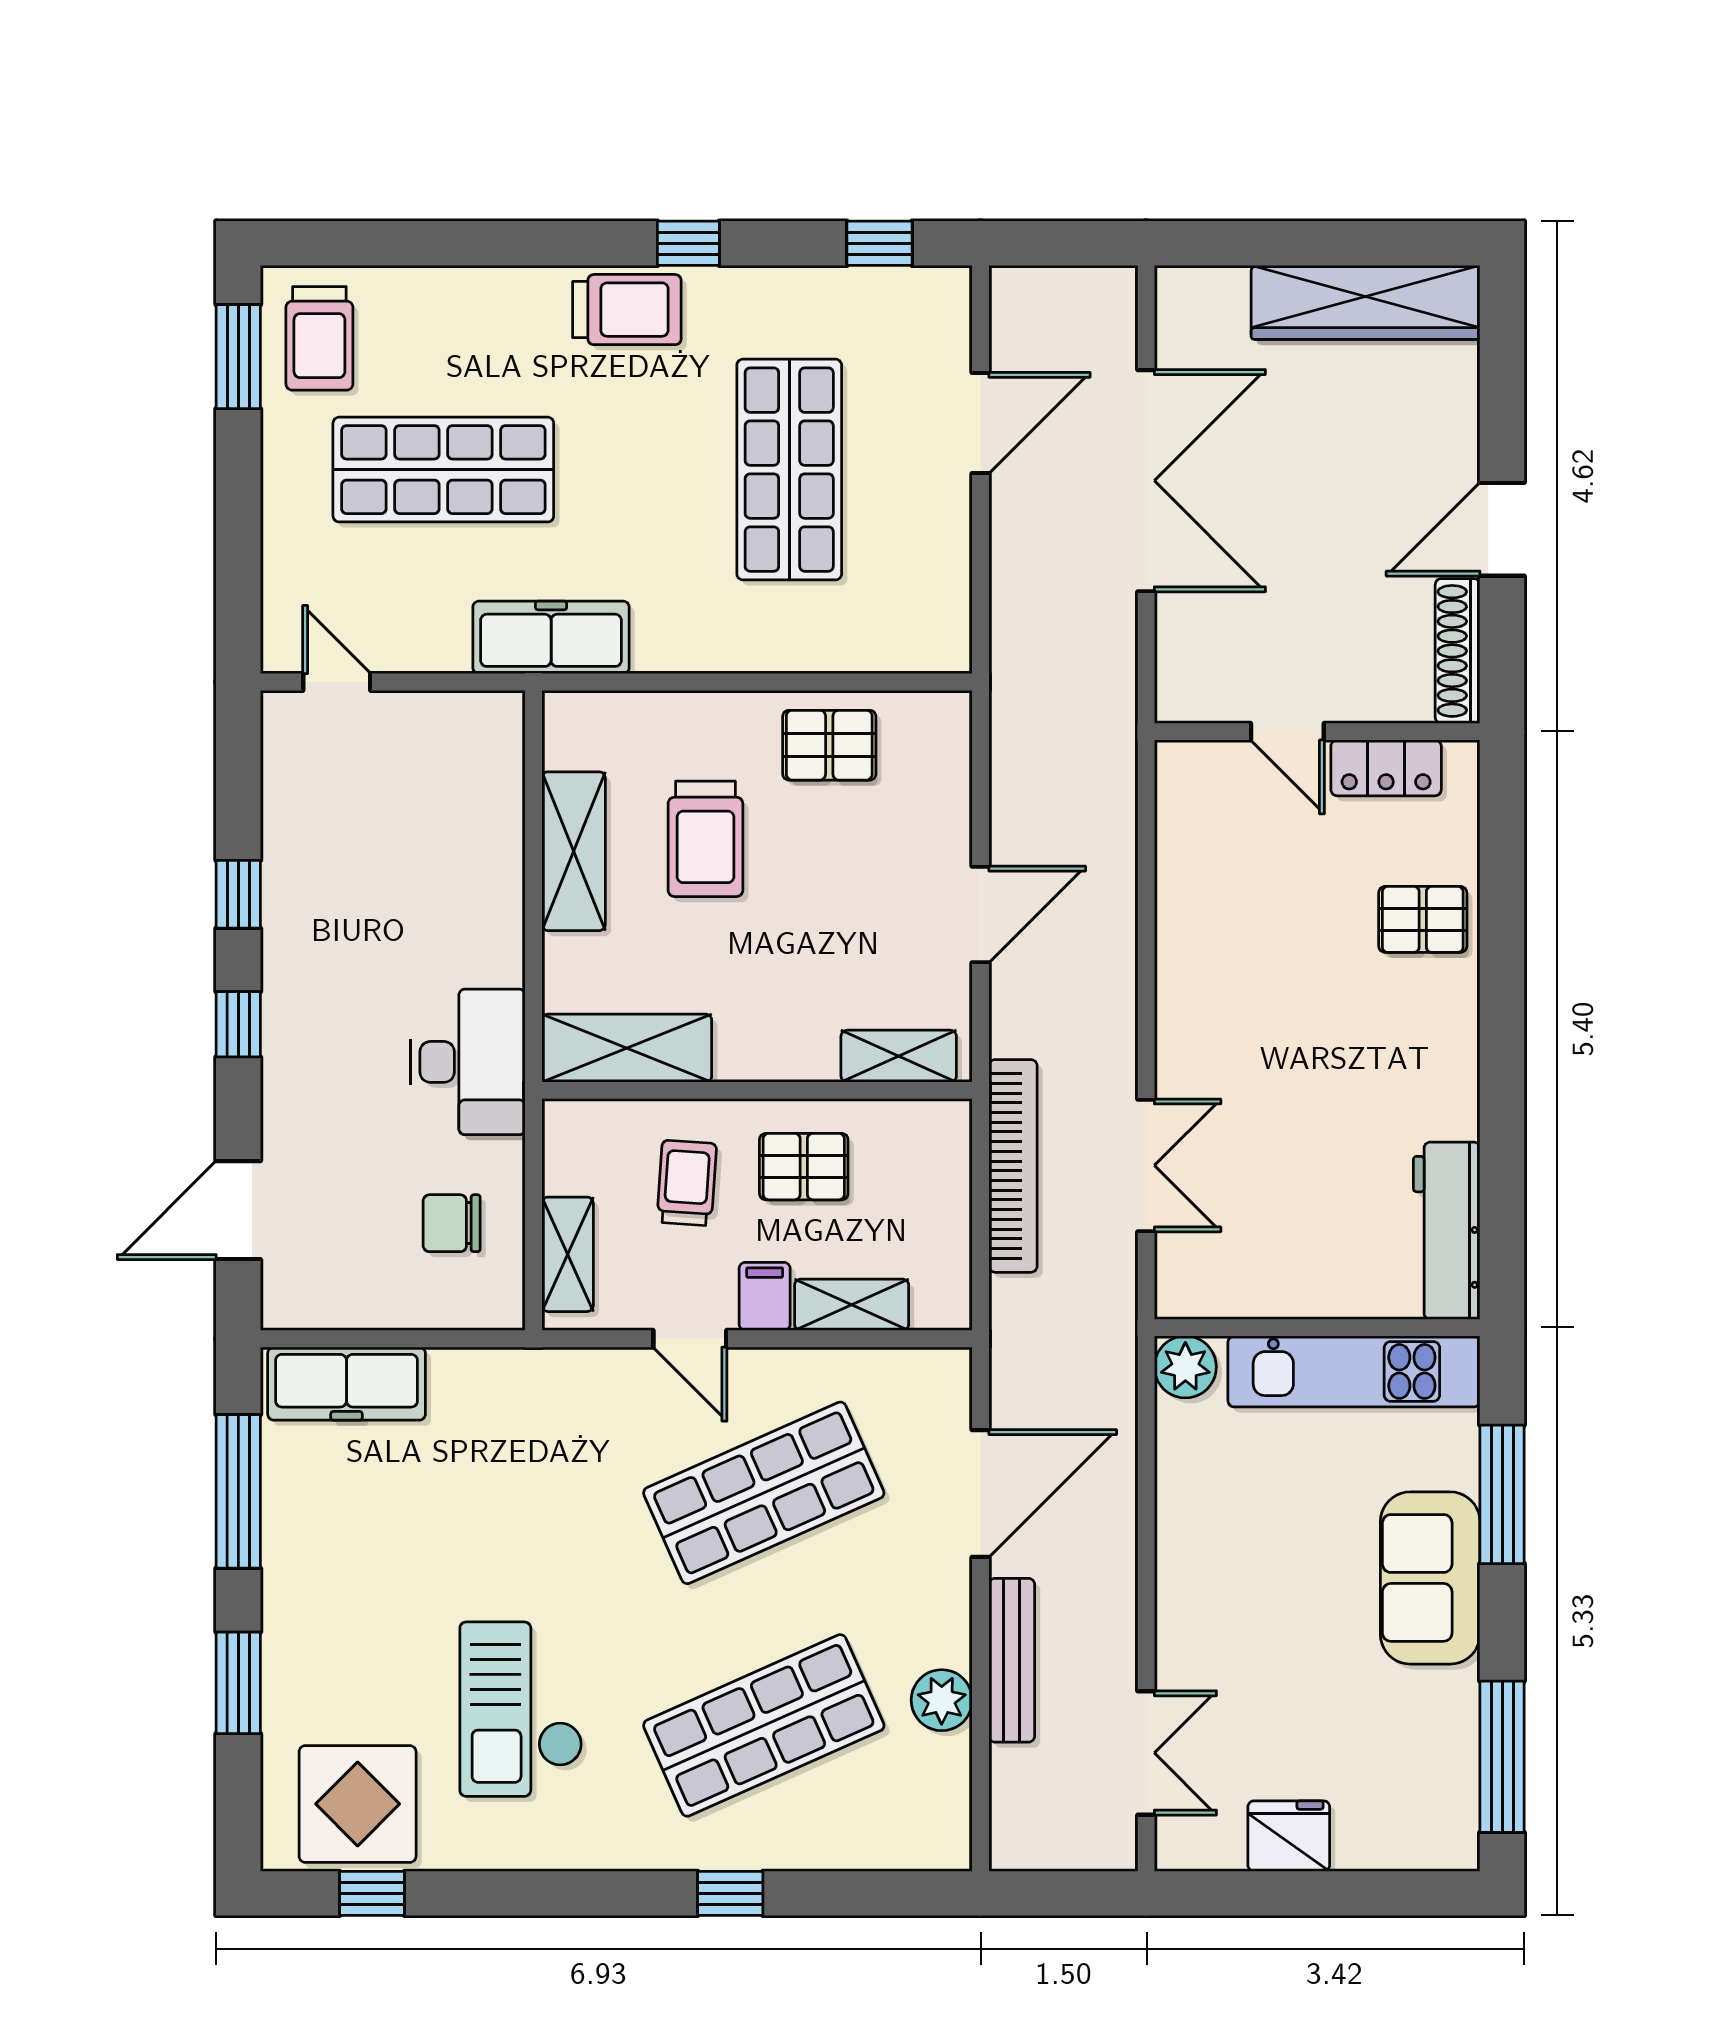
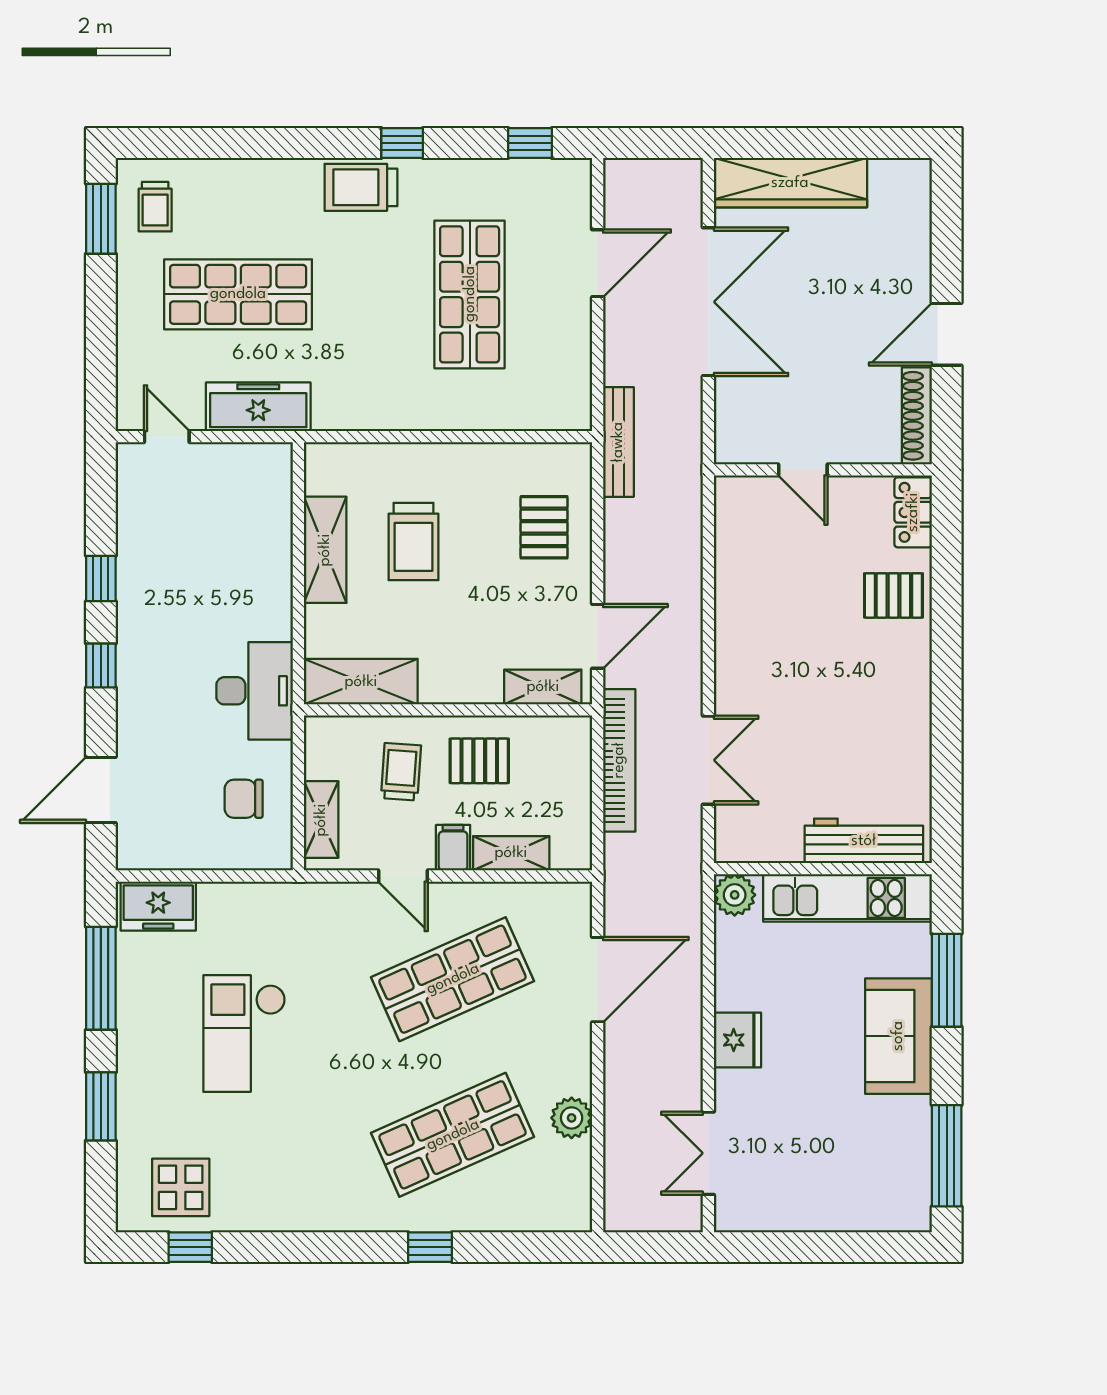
wardrobe: (1366, 302) -> (790, 183), moved
trolley: (627, 310) -> (361, 187), turned 180
trolley: (319, 338) -> (155, 207), width x0.73, depth x0.72
freezer: (551, 637) -> (258, 407), moved
pallet: (829, 745) -> (544, 527), moved, turned 90
locker: (1386, 768) -> (913, 512), moved, turned 90
door: (981, 914) -> (598, 636), moved
workbench: (1447, 1231) -> (864, 841), moved, turned 90
freezer: (347, 1384) -> (158, 906), width x0.71
bench: (1012, 1660) -> (618, 442), moved
checkout: (521, 1709) -> (244, 1033), moved
double door: (1146, 1753) -> (708, 1153), swing flipped
display table: (358, 1804) -> (181, 1187), width x0.73, depth x0.73
fridge: (1289, 1836) -> (737, 1040), moved, turned 90

